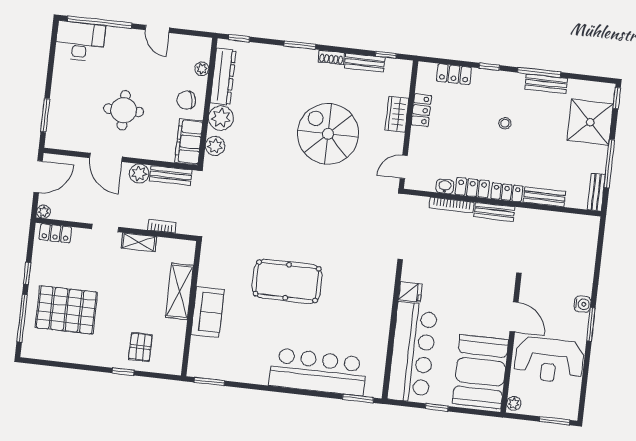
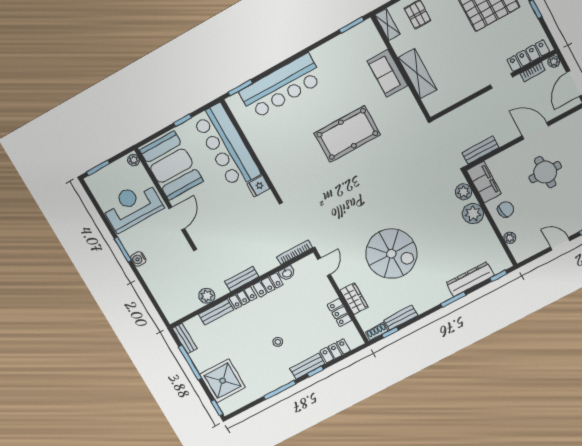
shoe rack: (331, 57) -> (377, 331), moved
dresser: (223, 77) -> (470, 279), moved, turned 90
bench: (546, 84) -> (307, 366), moved
plant: (139, 174) -> (207, 296), moved
bookcase: (452, 205) -> (295, 252), moved
bookcase: (162, 226) -> (533, 72), moved
locker: (55, 233) -> (528, 56), width x1.53
shelving: (139, 242) -> (387, 25), moved, turned 90
door: (514, 317) -> (177, 219), swing flipped

